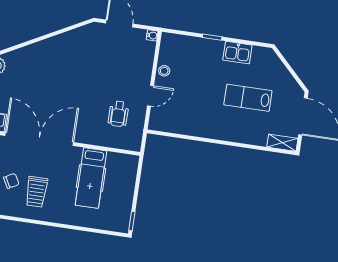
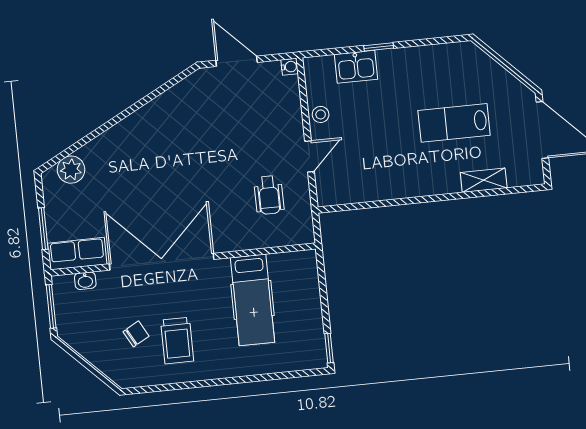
kitchen sink: (237, 53) -> (356, 67), moved
shelving: (282, 143) -> (484, 180), moved

